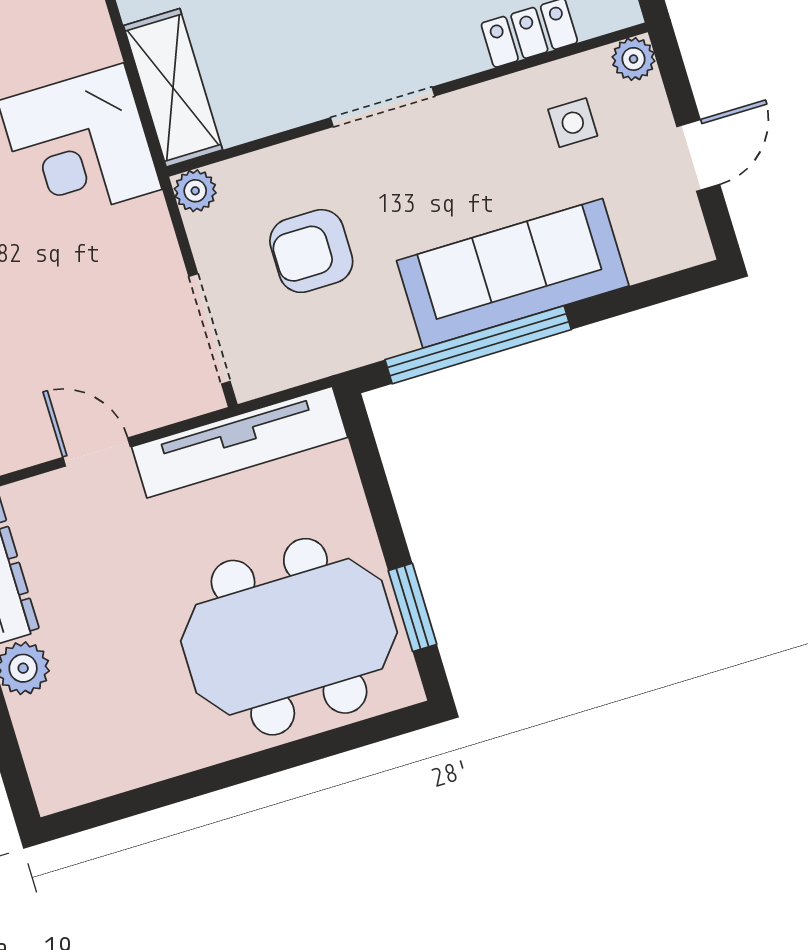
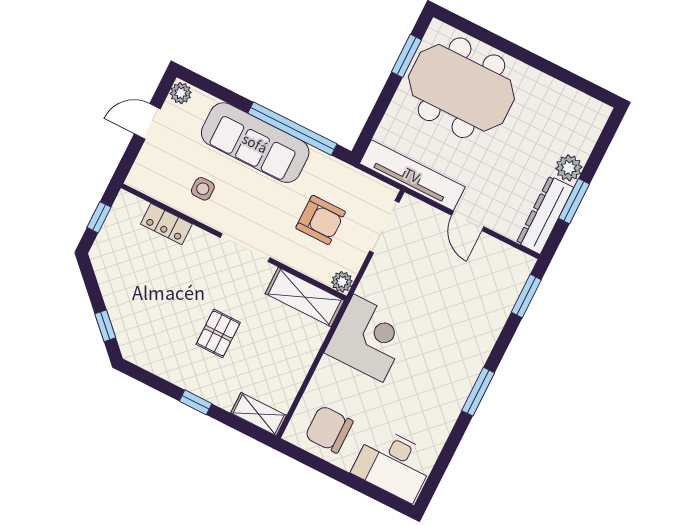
plant: (633, 59) -> (181, 93), moved
shelving: (173, 88) -> (305, 297), moved, turned 90
side table: (573, 123) -> (203, 189), moved

